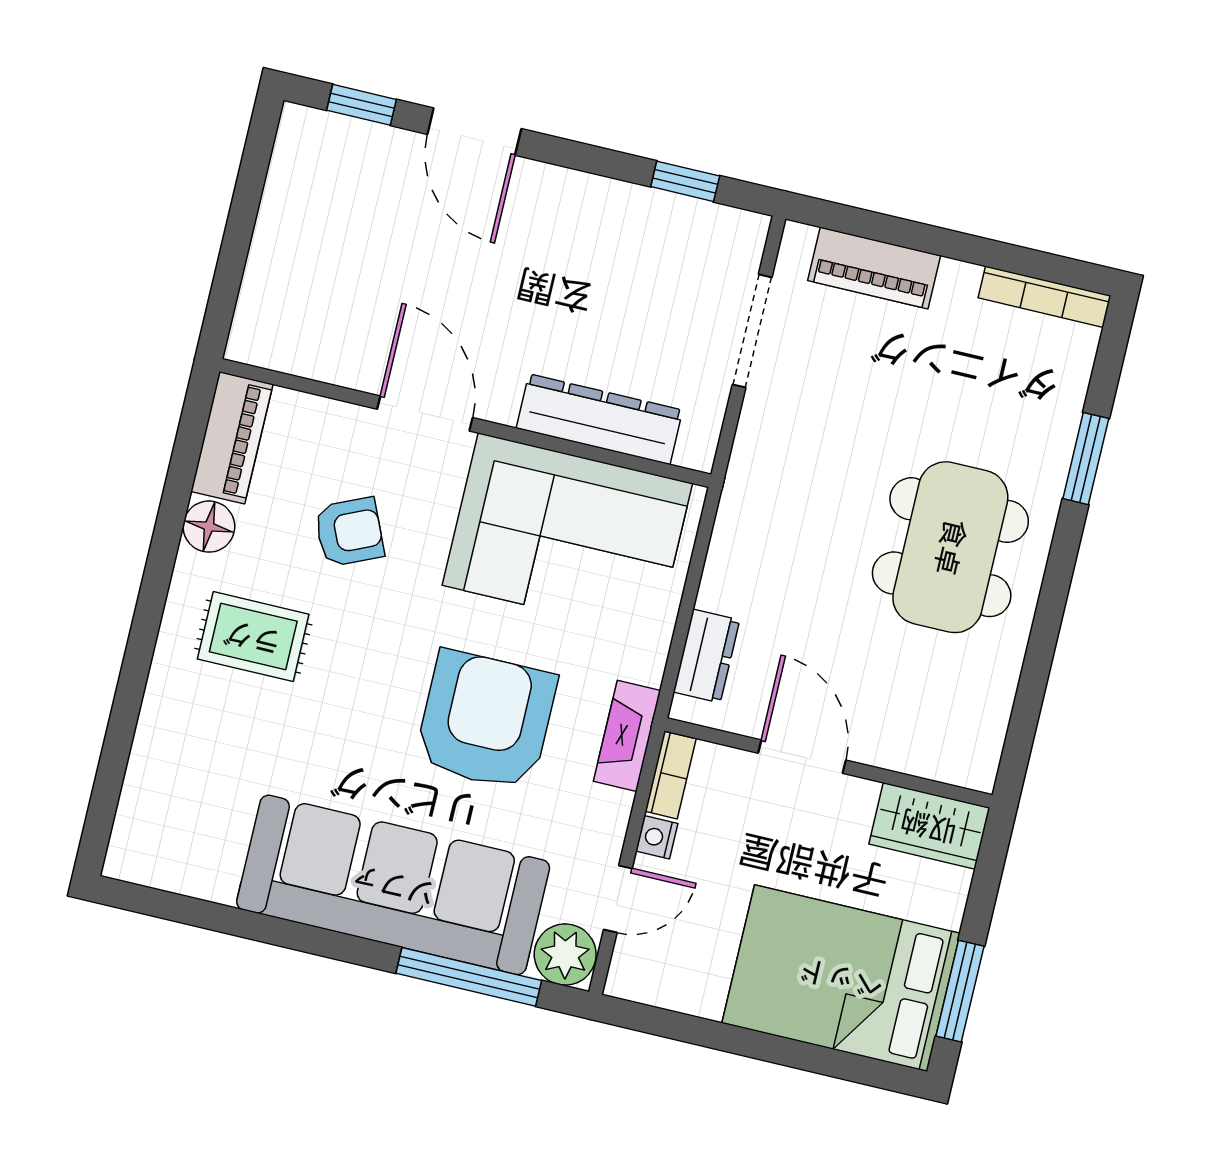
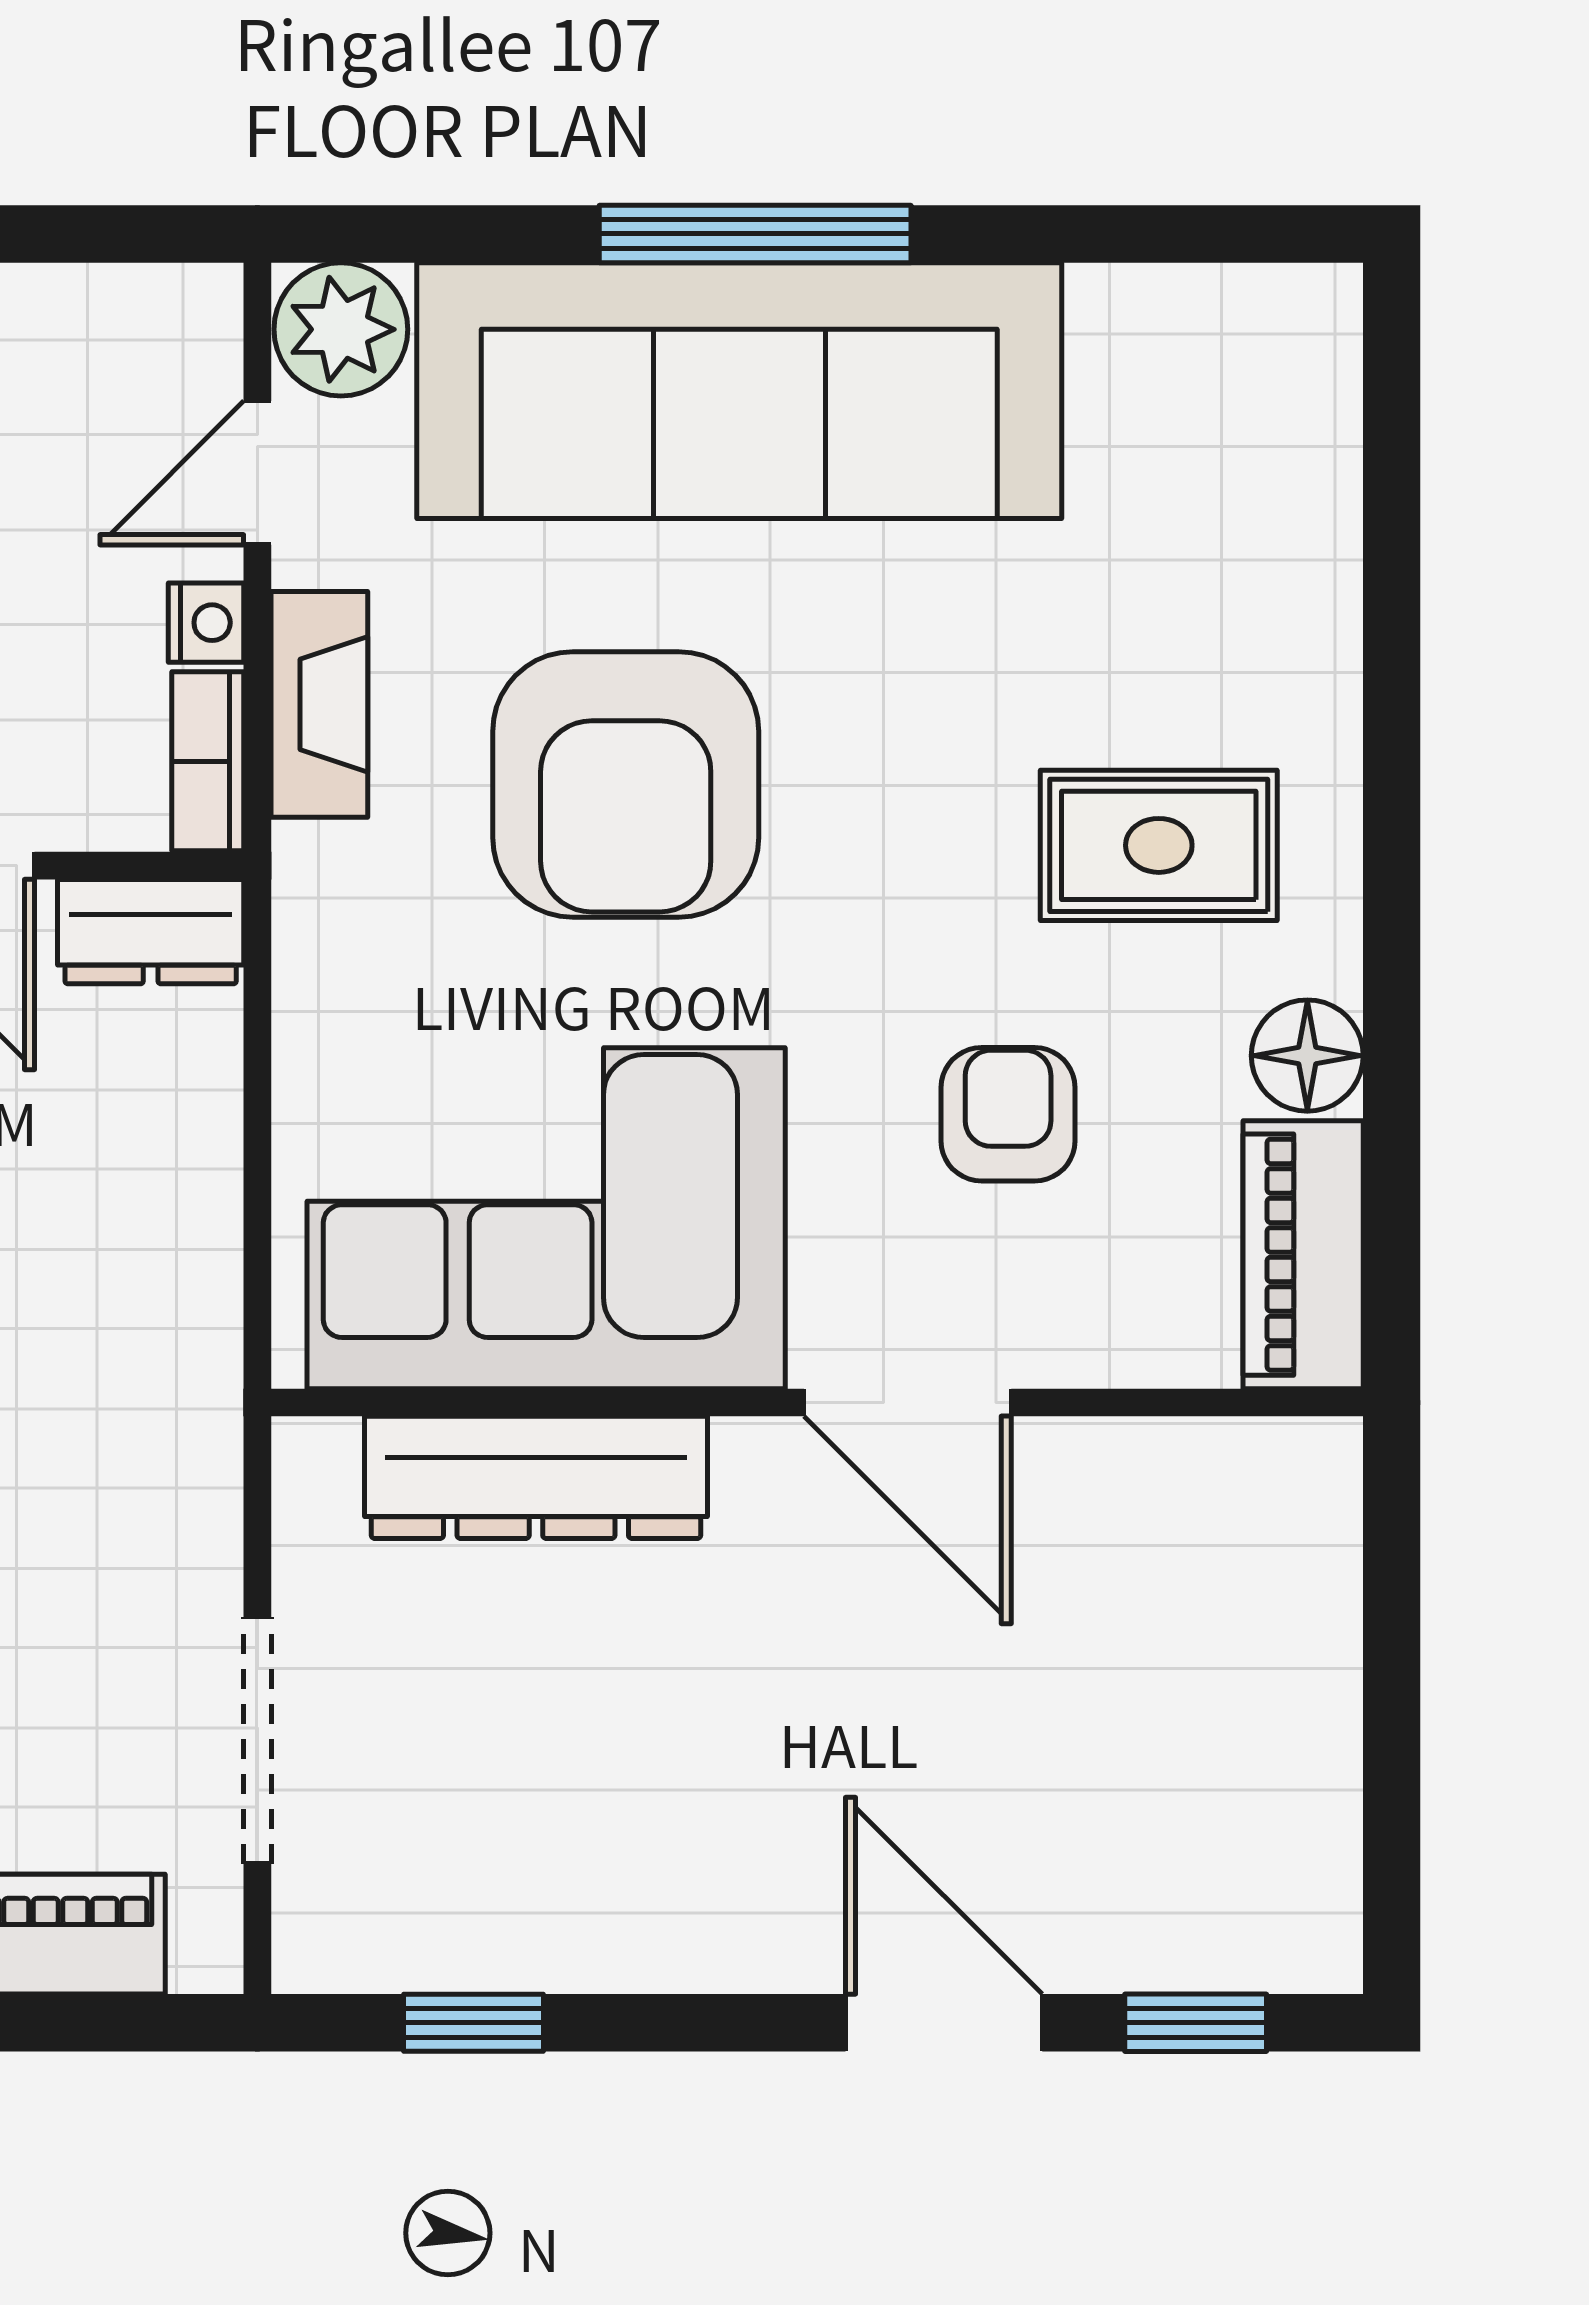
armchair: (349, 532) -> (1008, 1114), turned 114
dresser: (707, 656) -> (151, 932), moved, turned -90
fireplace: (627, 736) -> (319, 704), moved
window: (469, 977) -> (755, 234), moved

